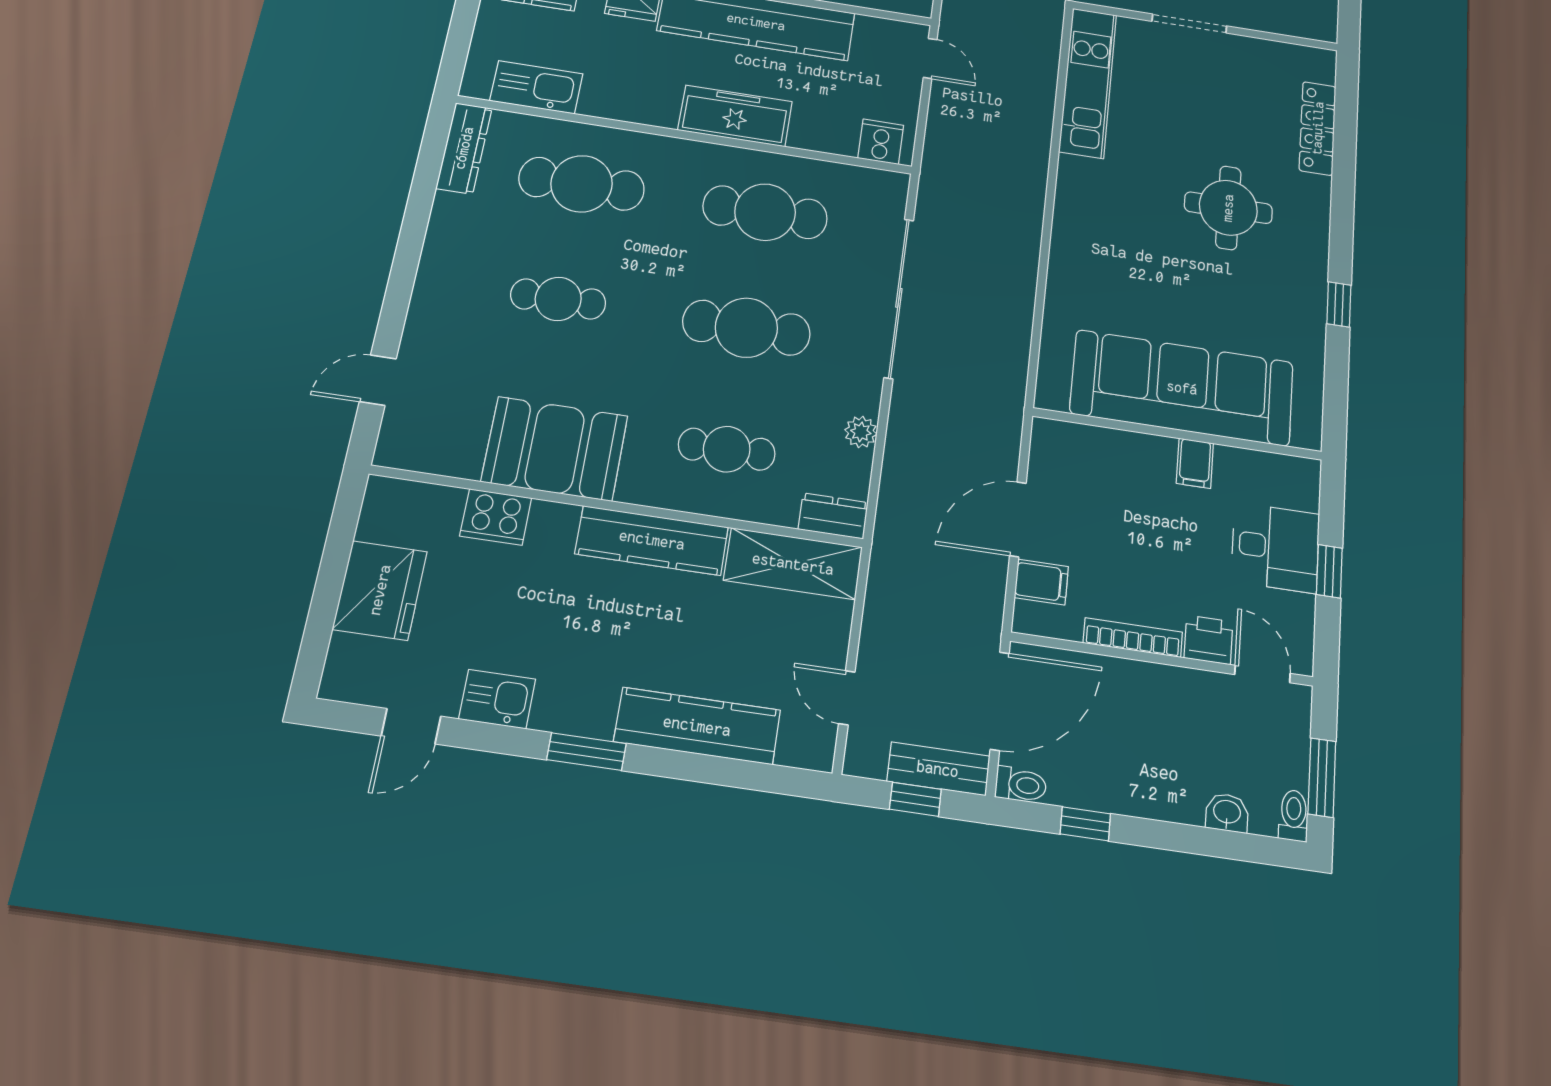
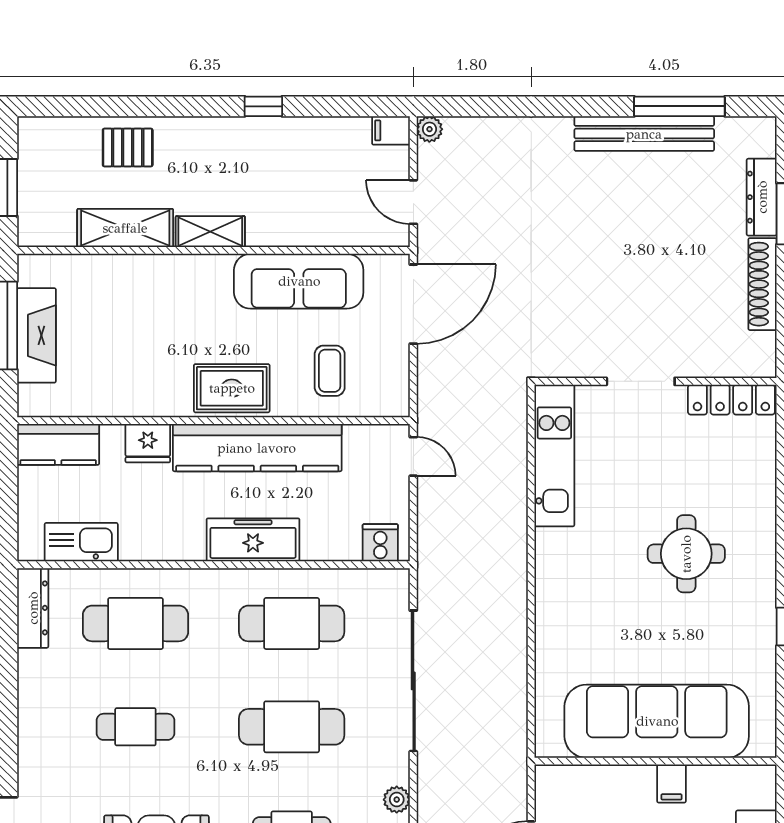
locker: (1318, 128) -> (731, 400), moved, turned -90

